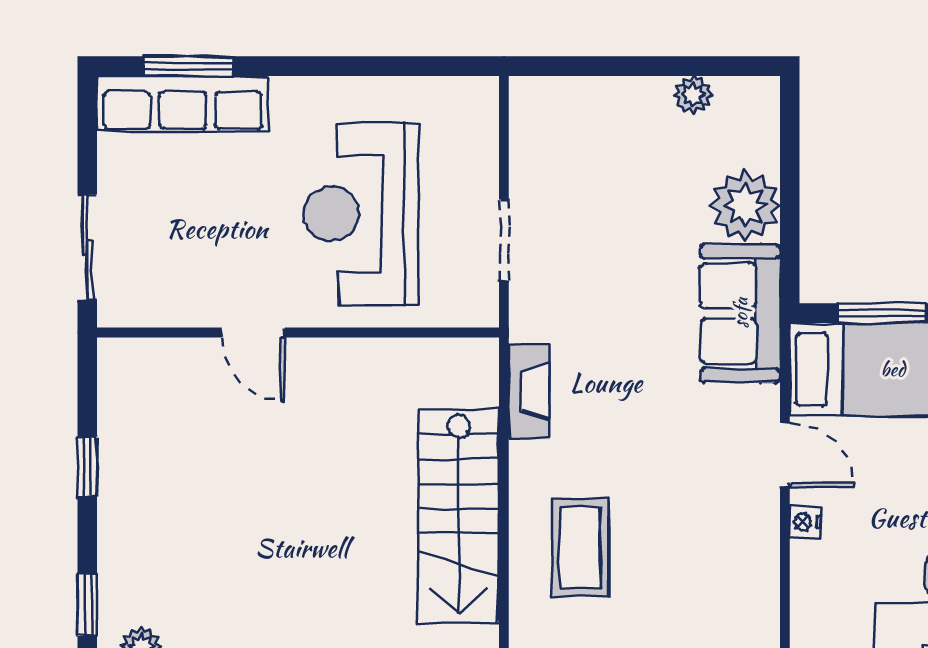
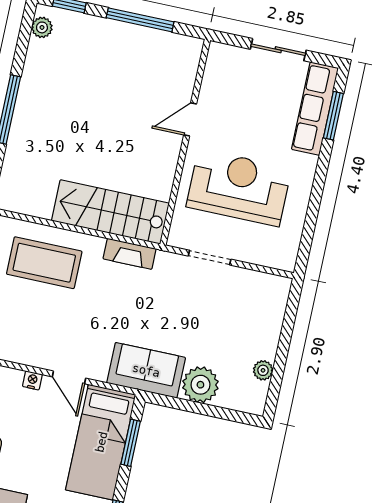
sliding door: (87, 247) -> (278, 50), moved
door: (785, 455) -> (69, 377), hinge flipped
window: (87, 466) -> (140, 20), width x2.17
stairs: (459, 516) -> (110, 212), moved
coffee table: (580, 547) -> (44, 263), width x1.36, depth x1.32

